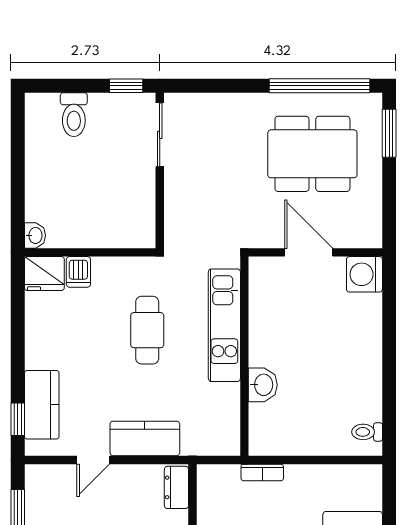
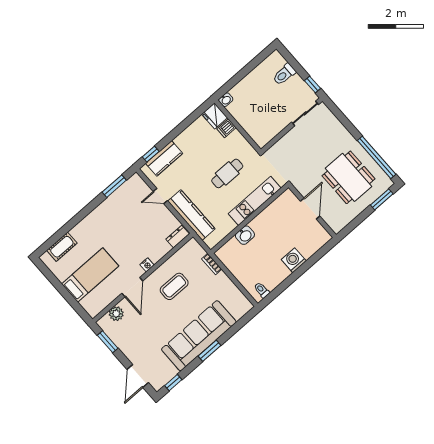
washing machine: (364, 274) -> (294, 260), moved
kitchen counter: (145, 438) -> (191, 215), width x1.50

